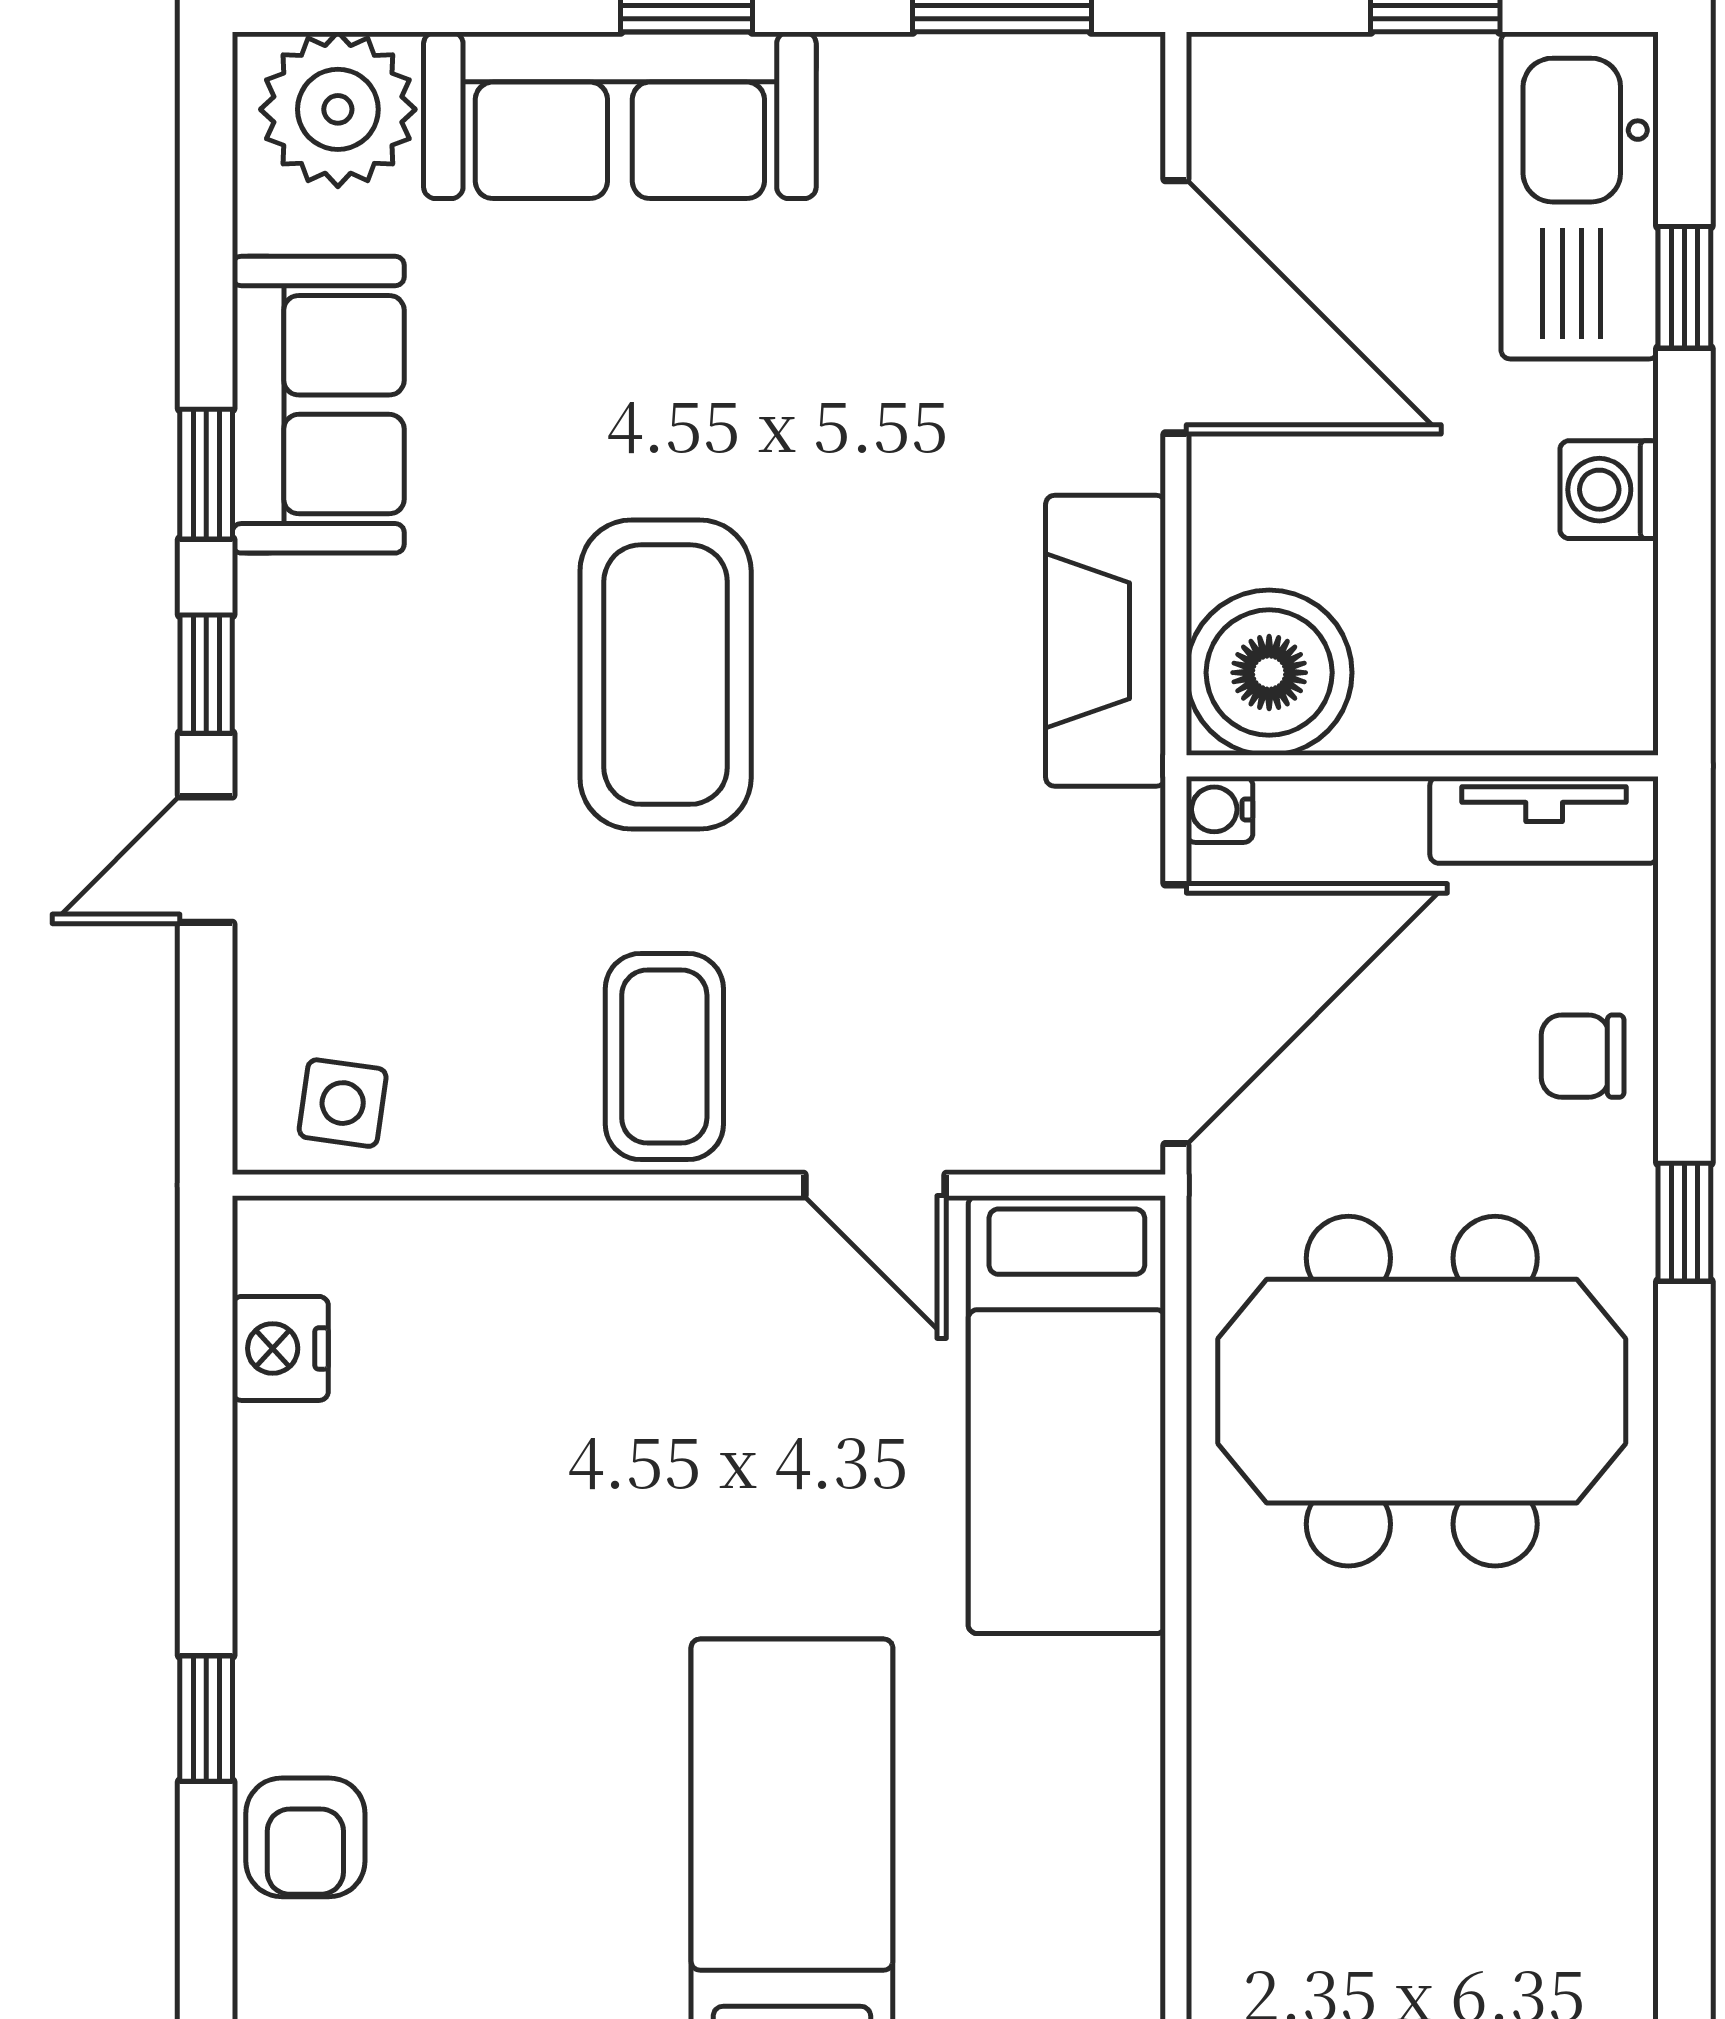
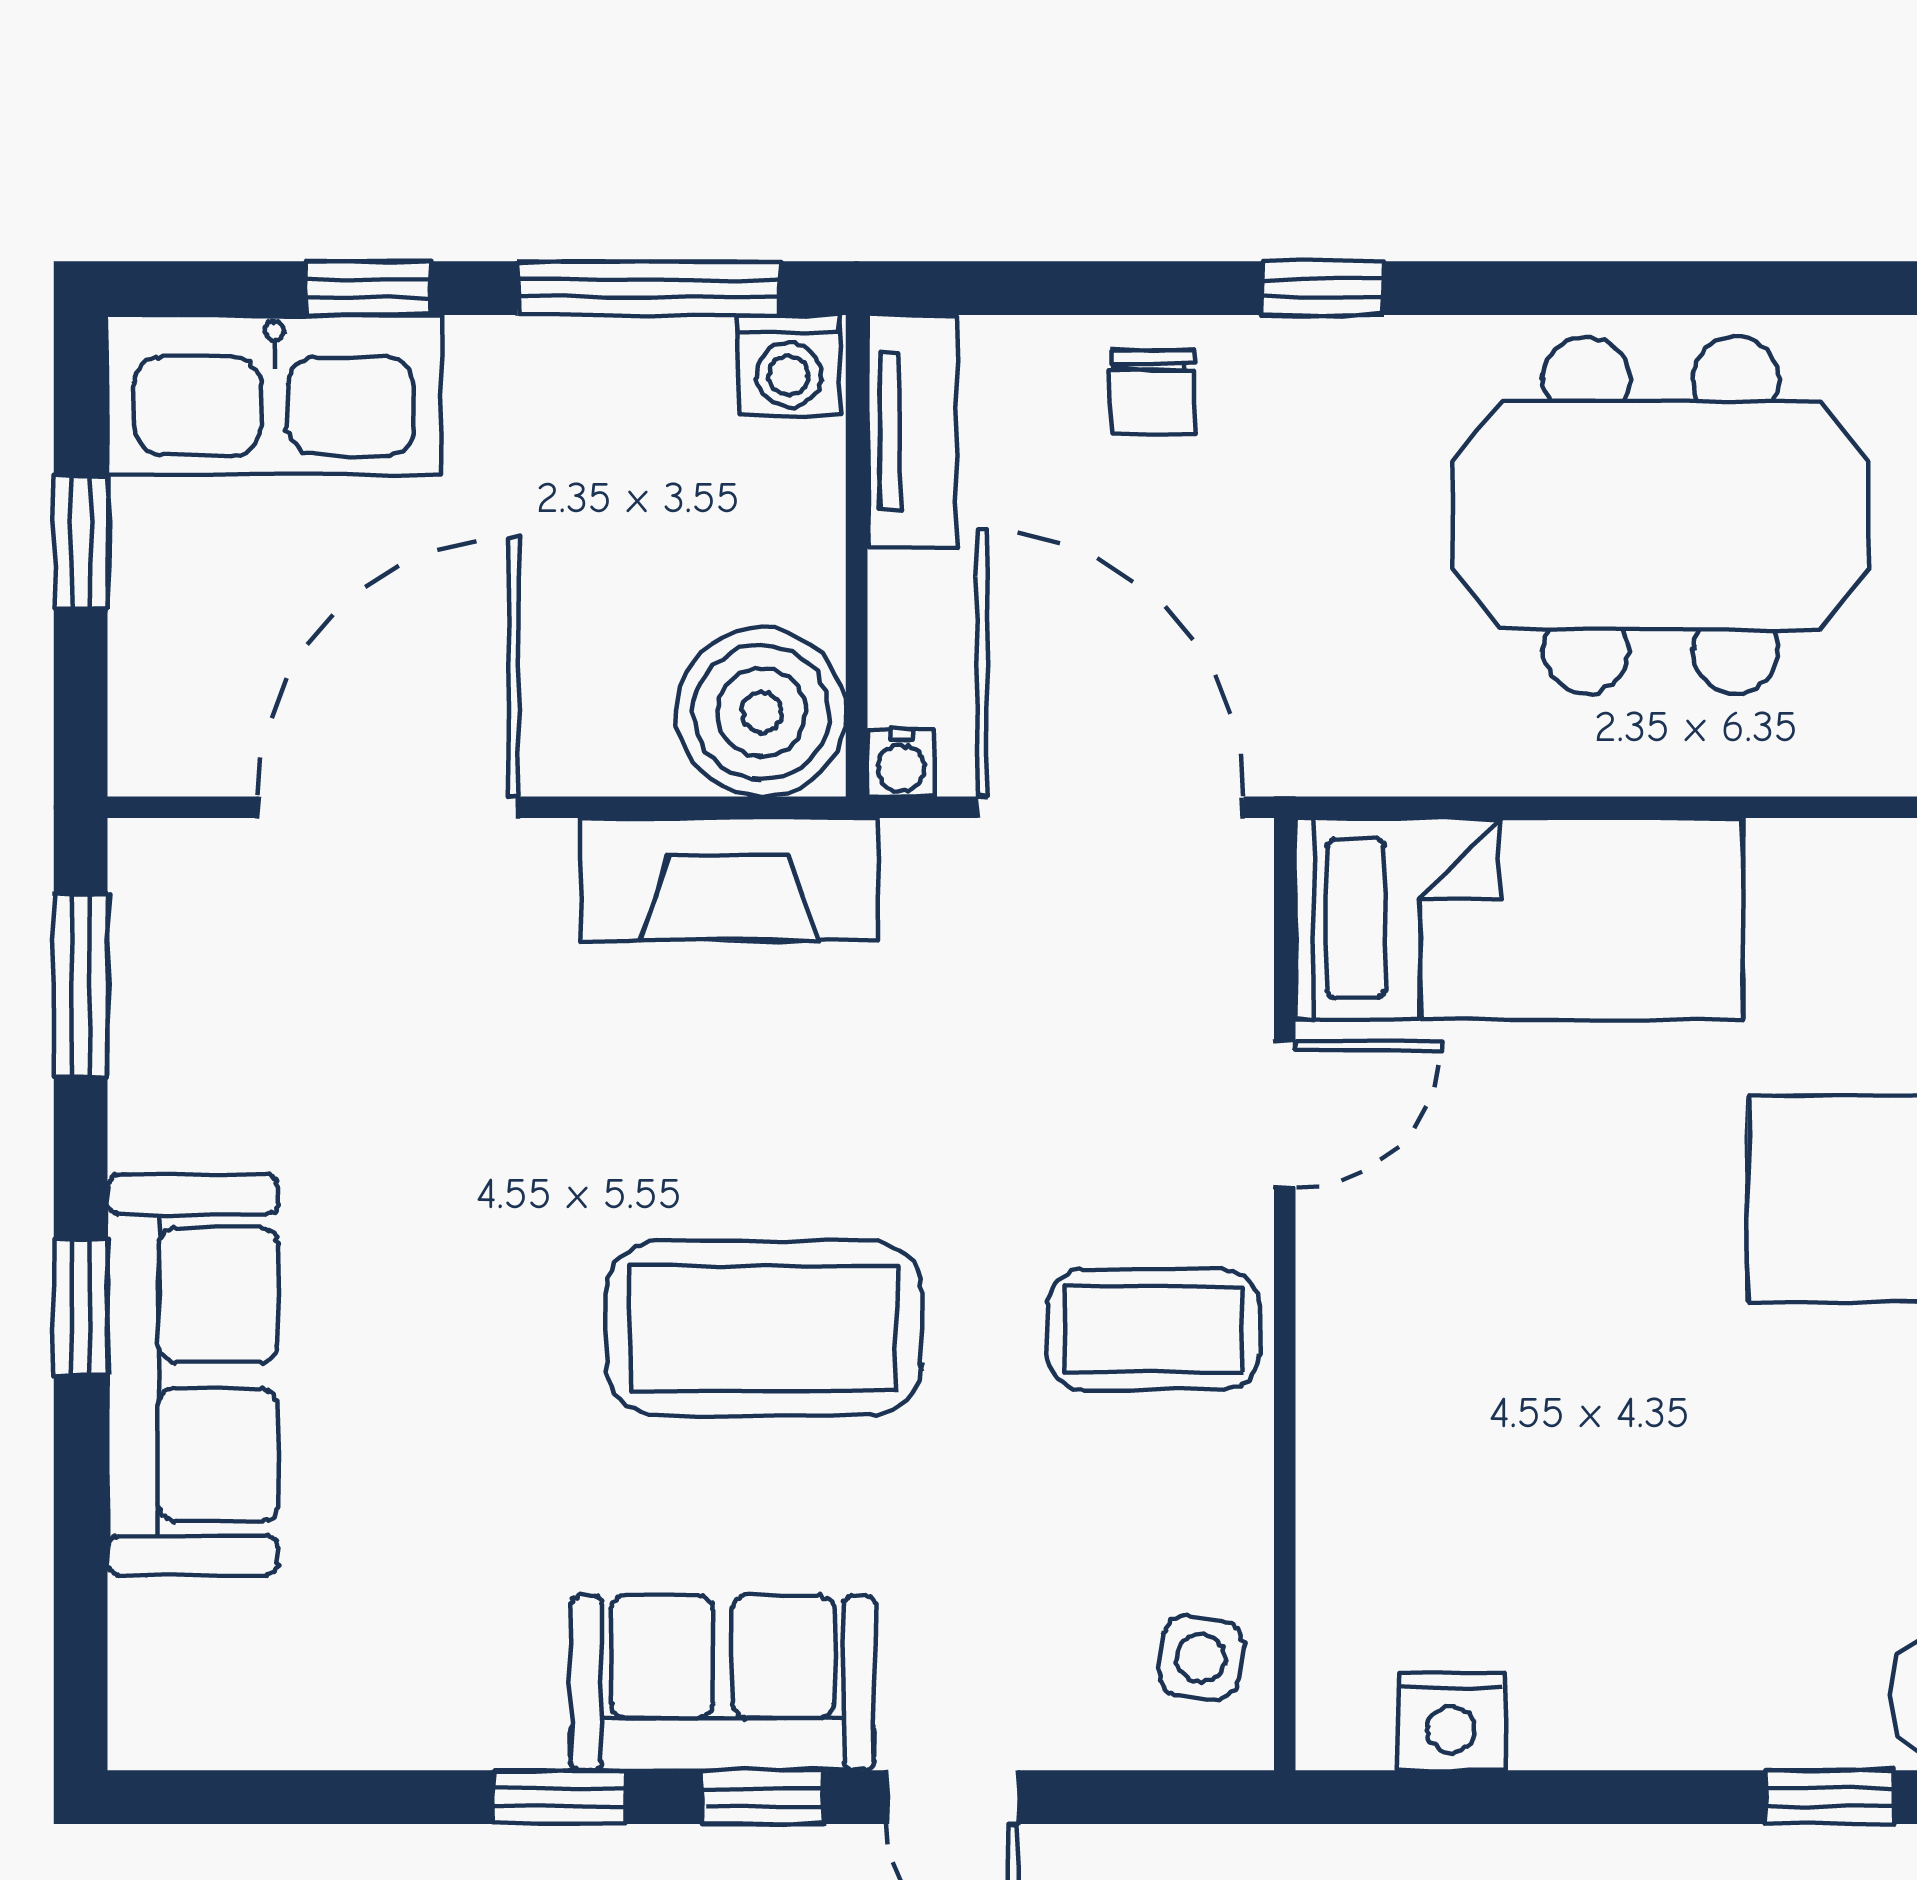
plant: (338, 109) -> (186, 1663), removed
sofa: (318, 405) -> (723, 1683), moved
washing machine: (1609, 490) -> (789, 365), moved
window: (1684, 562) -> (649, 288), added
meeting table: (1422, 1391) -> (1661, 515), moved, turned 90

